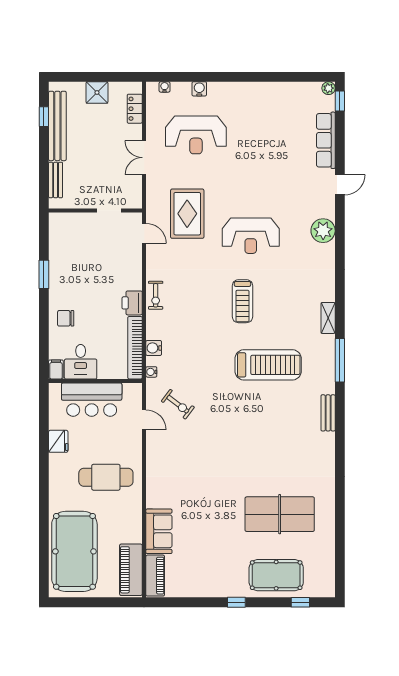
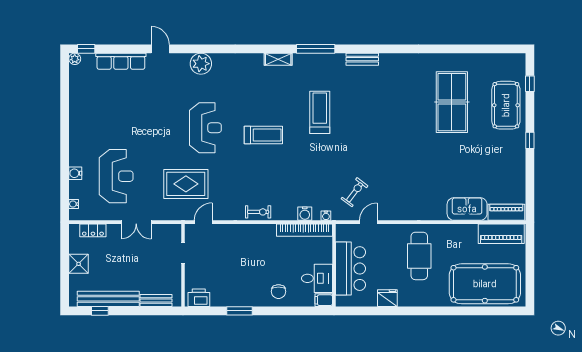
printer: (132, 303) -> (199, 298), moved, turned 180
treadmill: (268, 365) -> (320, 112), width x0.73, depth x0.73

